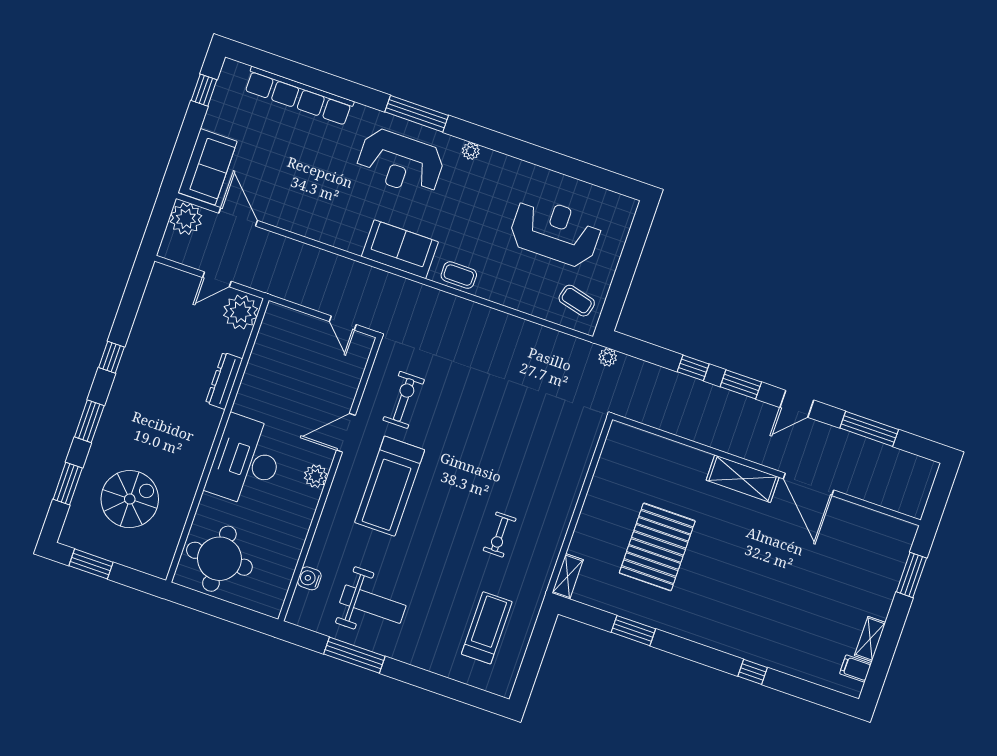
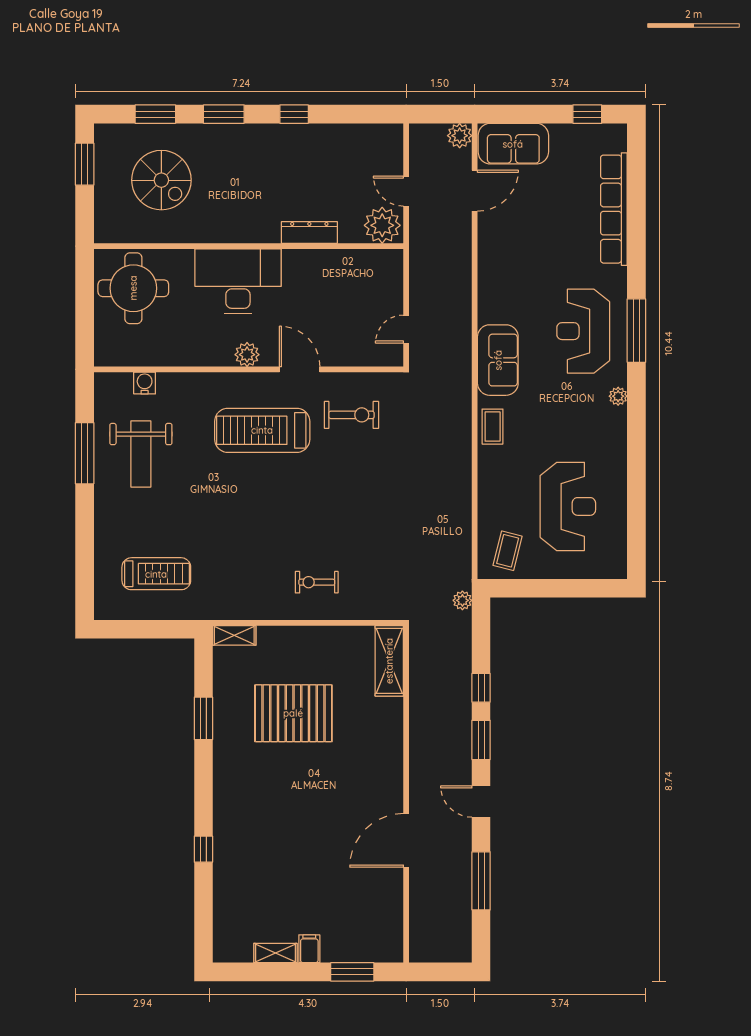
plant: (186, 219) -> (460, 136), width x0.73, depth x0.73
shelving: (743, 479) -> (389, 661), moved
exercise bike: (500, 535) -> (317, 582), moved
filing cabinet: (855, 669) -> (309, 949), moved

